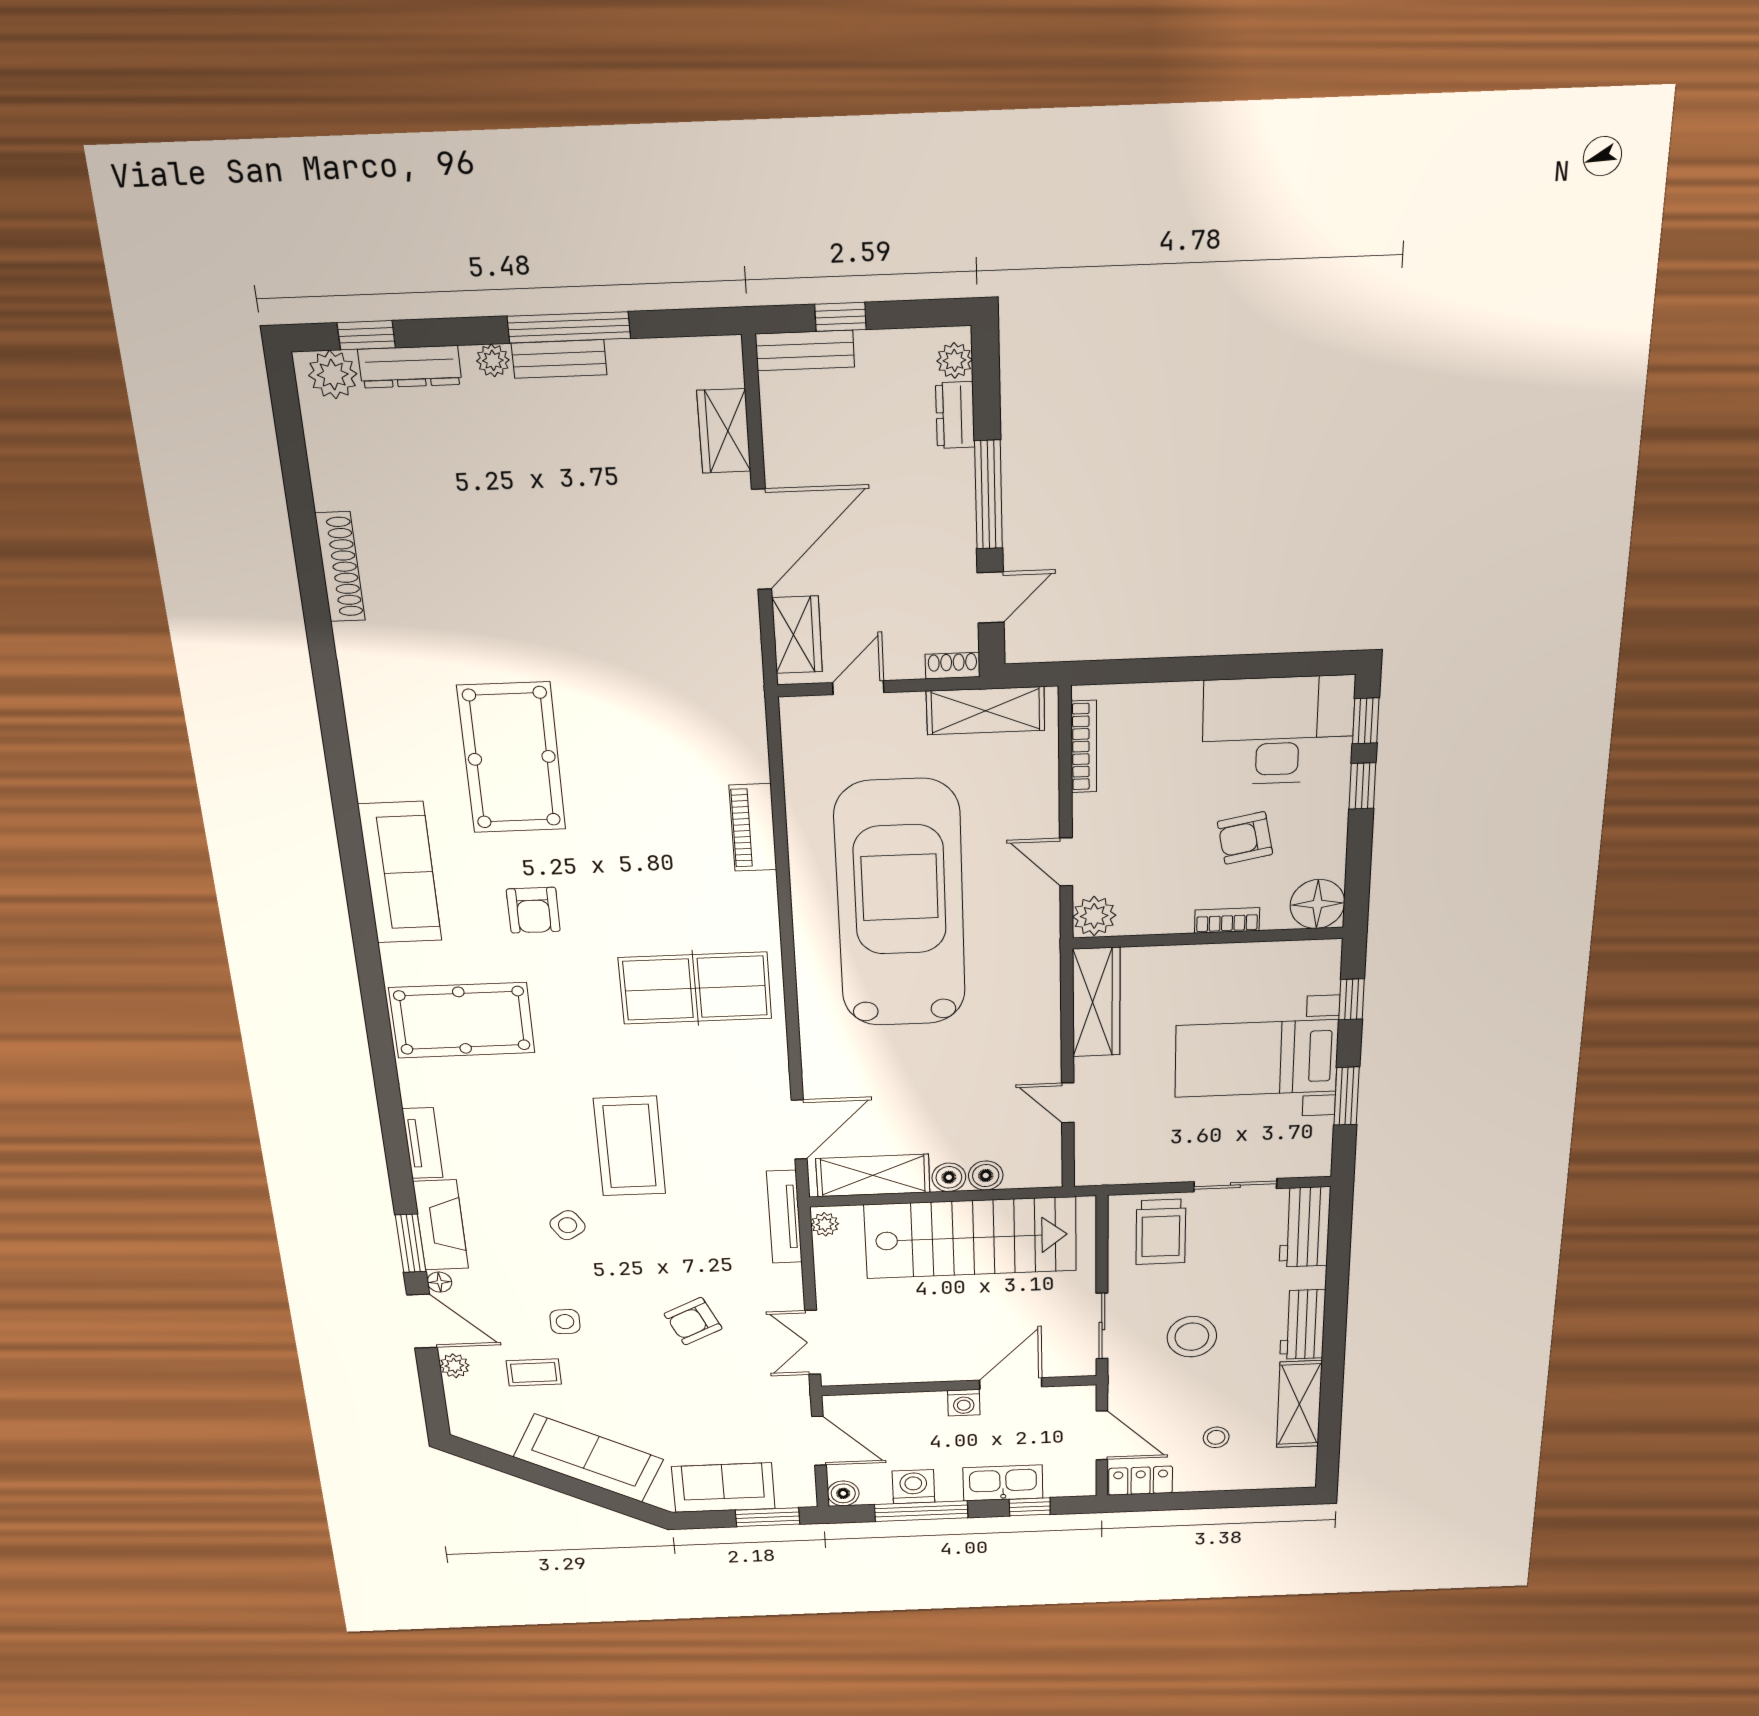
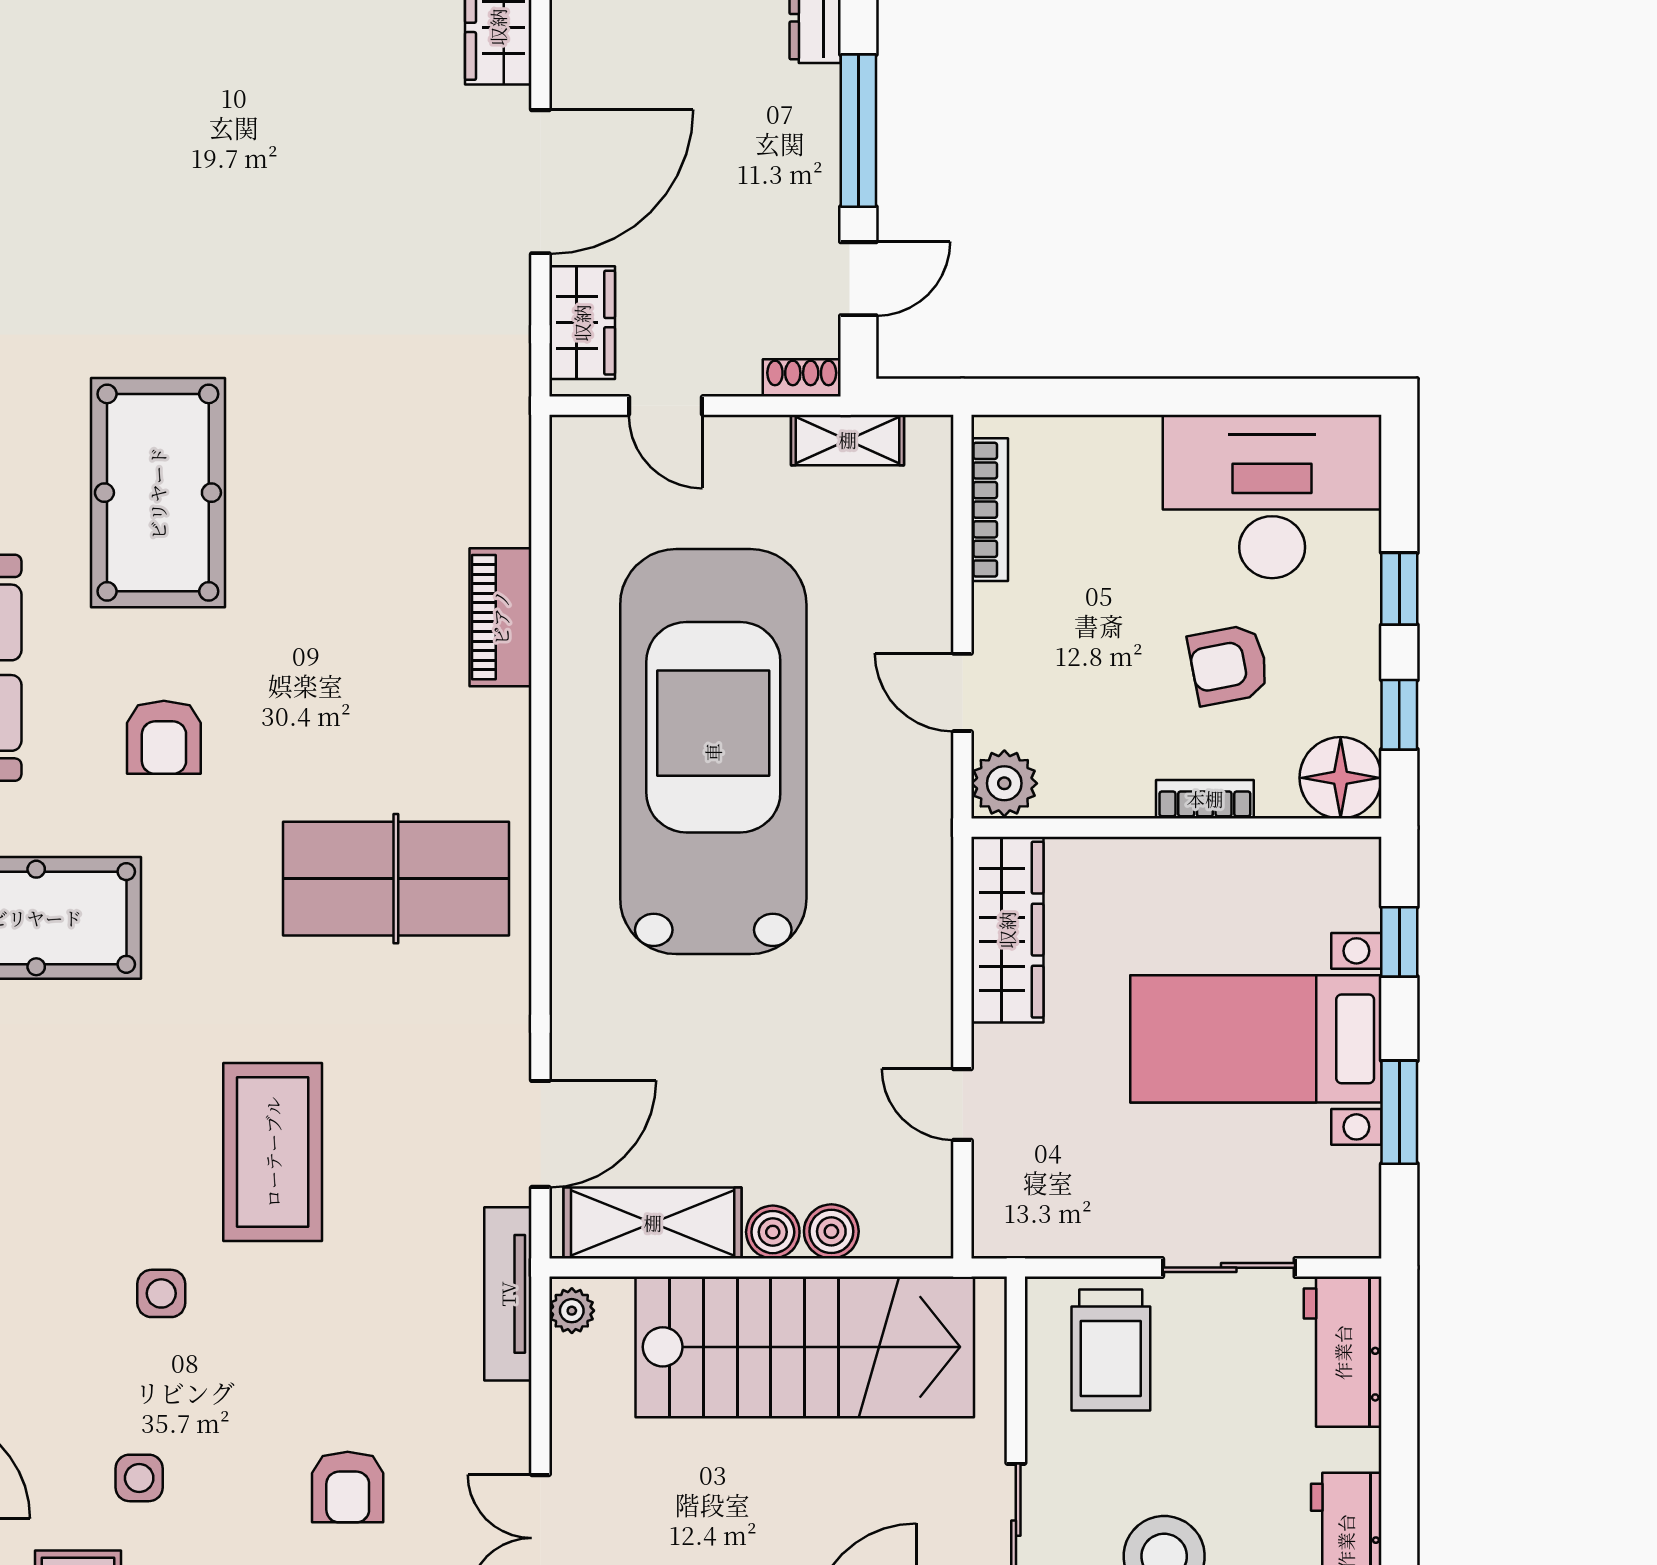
door: (858, 688) -> (665, 406), swing flipped
shelving: (986, 711) -> (848, 440), width x0.67, depth x0.75
window: (1366, 721) -> (1399, 715), moved
side table: (568, 1225) -> (161, 1293), turned 33
armchair: (693, 1321) -> (348, 1487), turned -65

